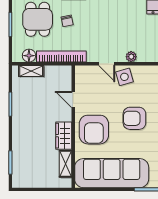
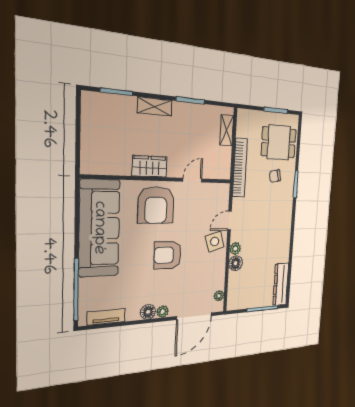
floor lamp: (29, 56) -> (236, 263), moved
armchair: (134, 118) -> (168, 255), turned -90
armchair: (94, 130) -> (156, 205), turned -90
shelving: (66, 164) -> (155, 106), moved

